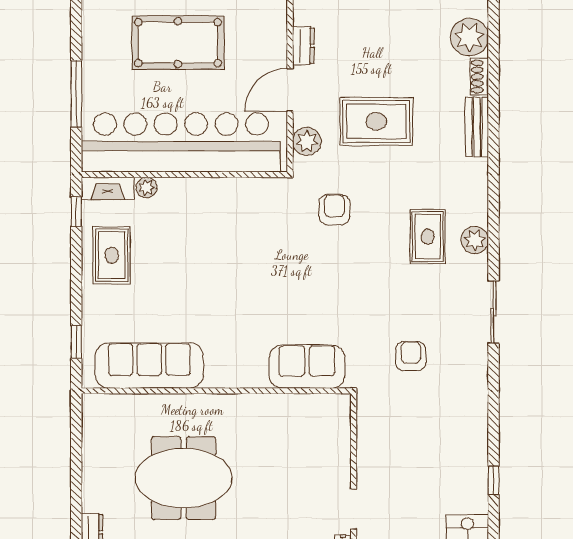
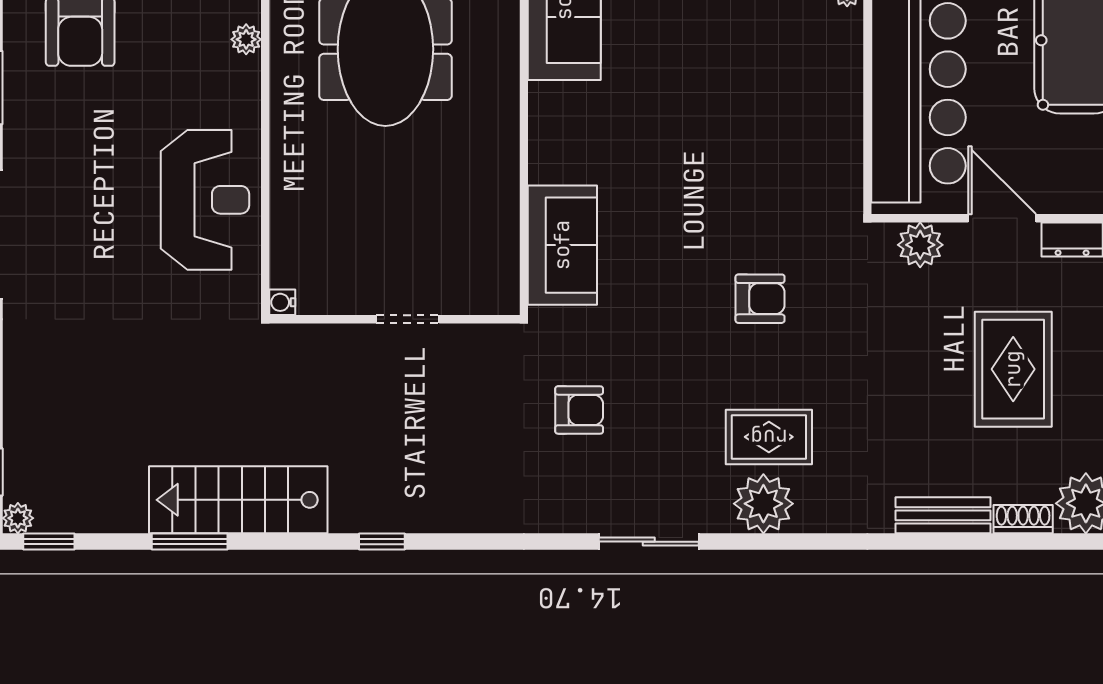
rug: (376, 121) -> (1013, 369), moved
armchair: (334, 210) -> (760, 299), moved
plant: (475, 240) -> (763, 504), width x1.36, depth x1.36
doorway: (354, 509) -> (408, 319), moved

